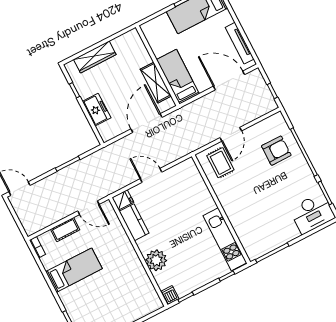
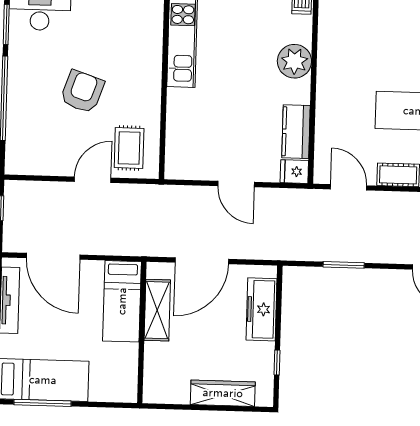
freezer: (97, 110) -> (261, 309), width x1.40
armchair: (276, 151) -> (82, 92), moved, turned 109

